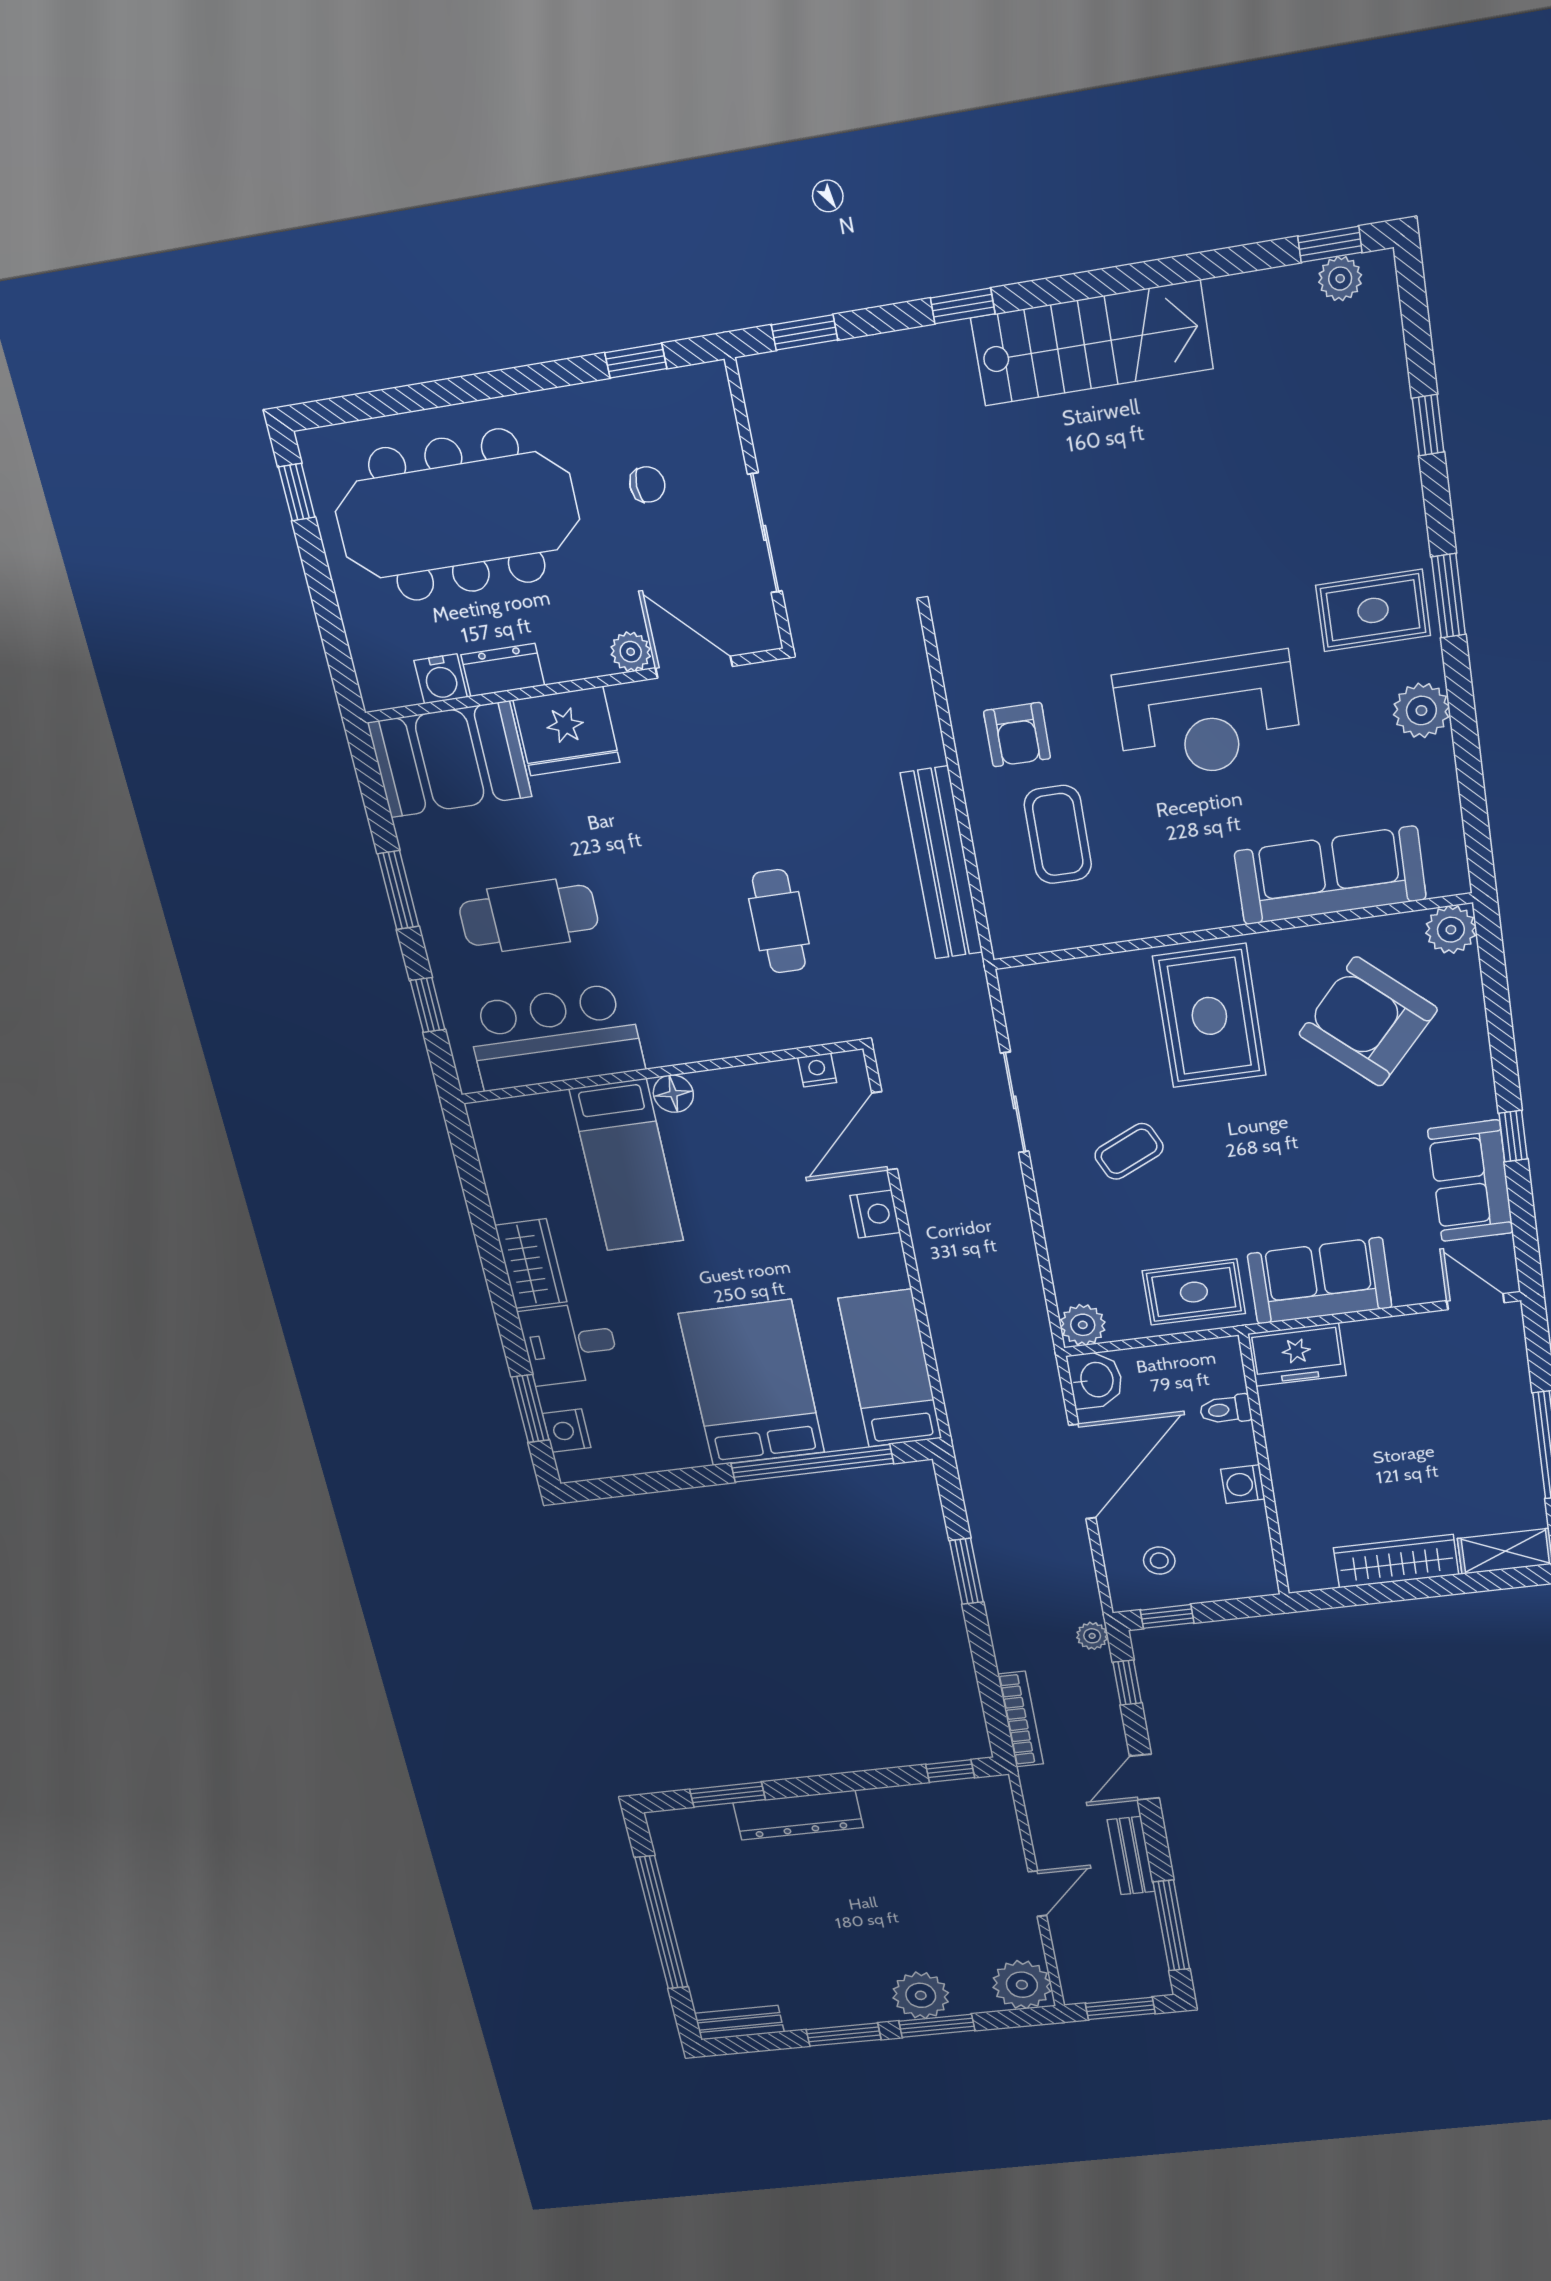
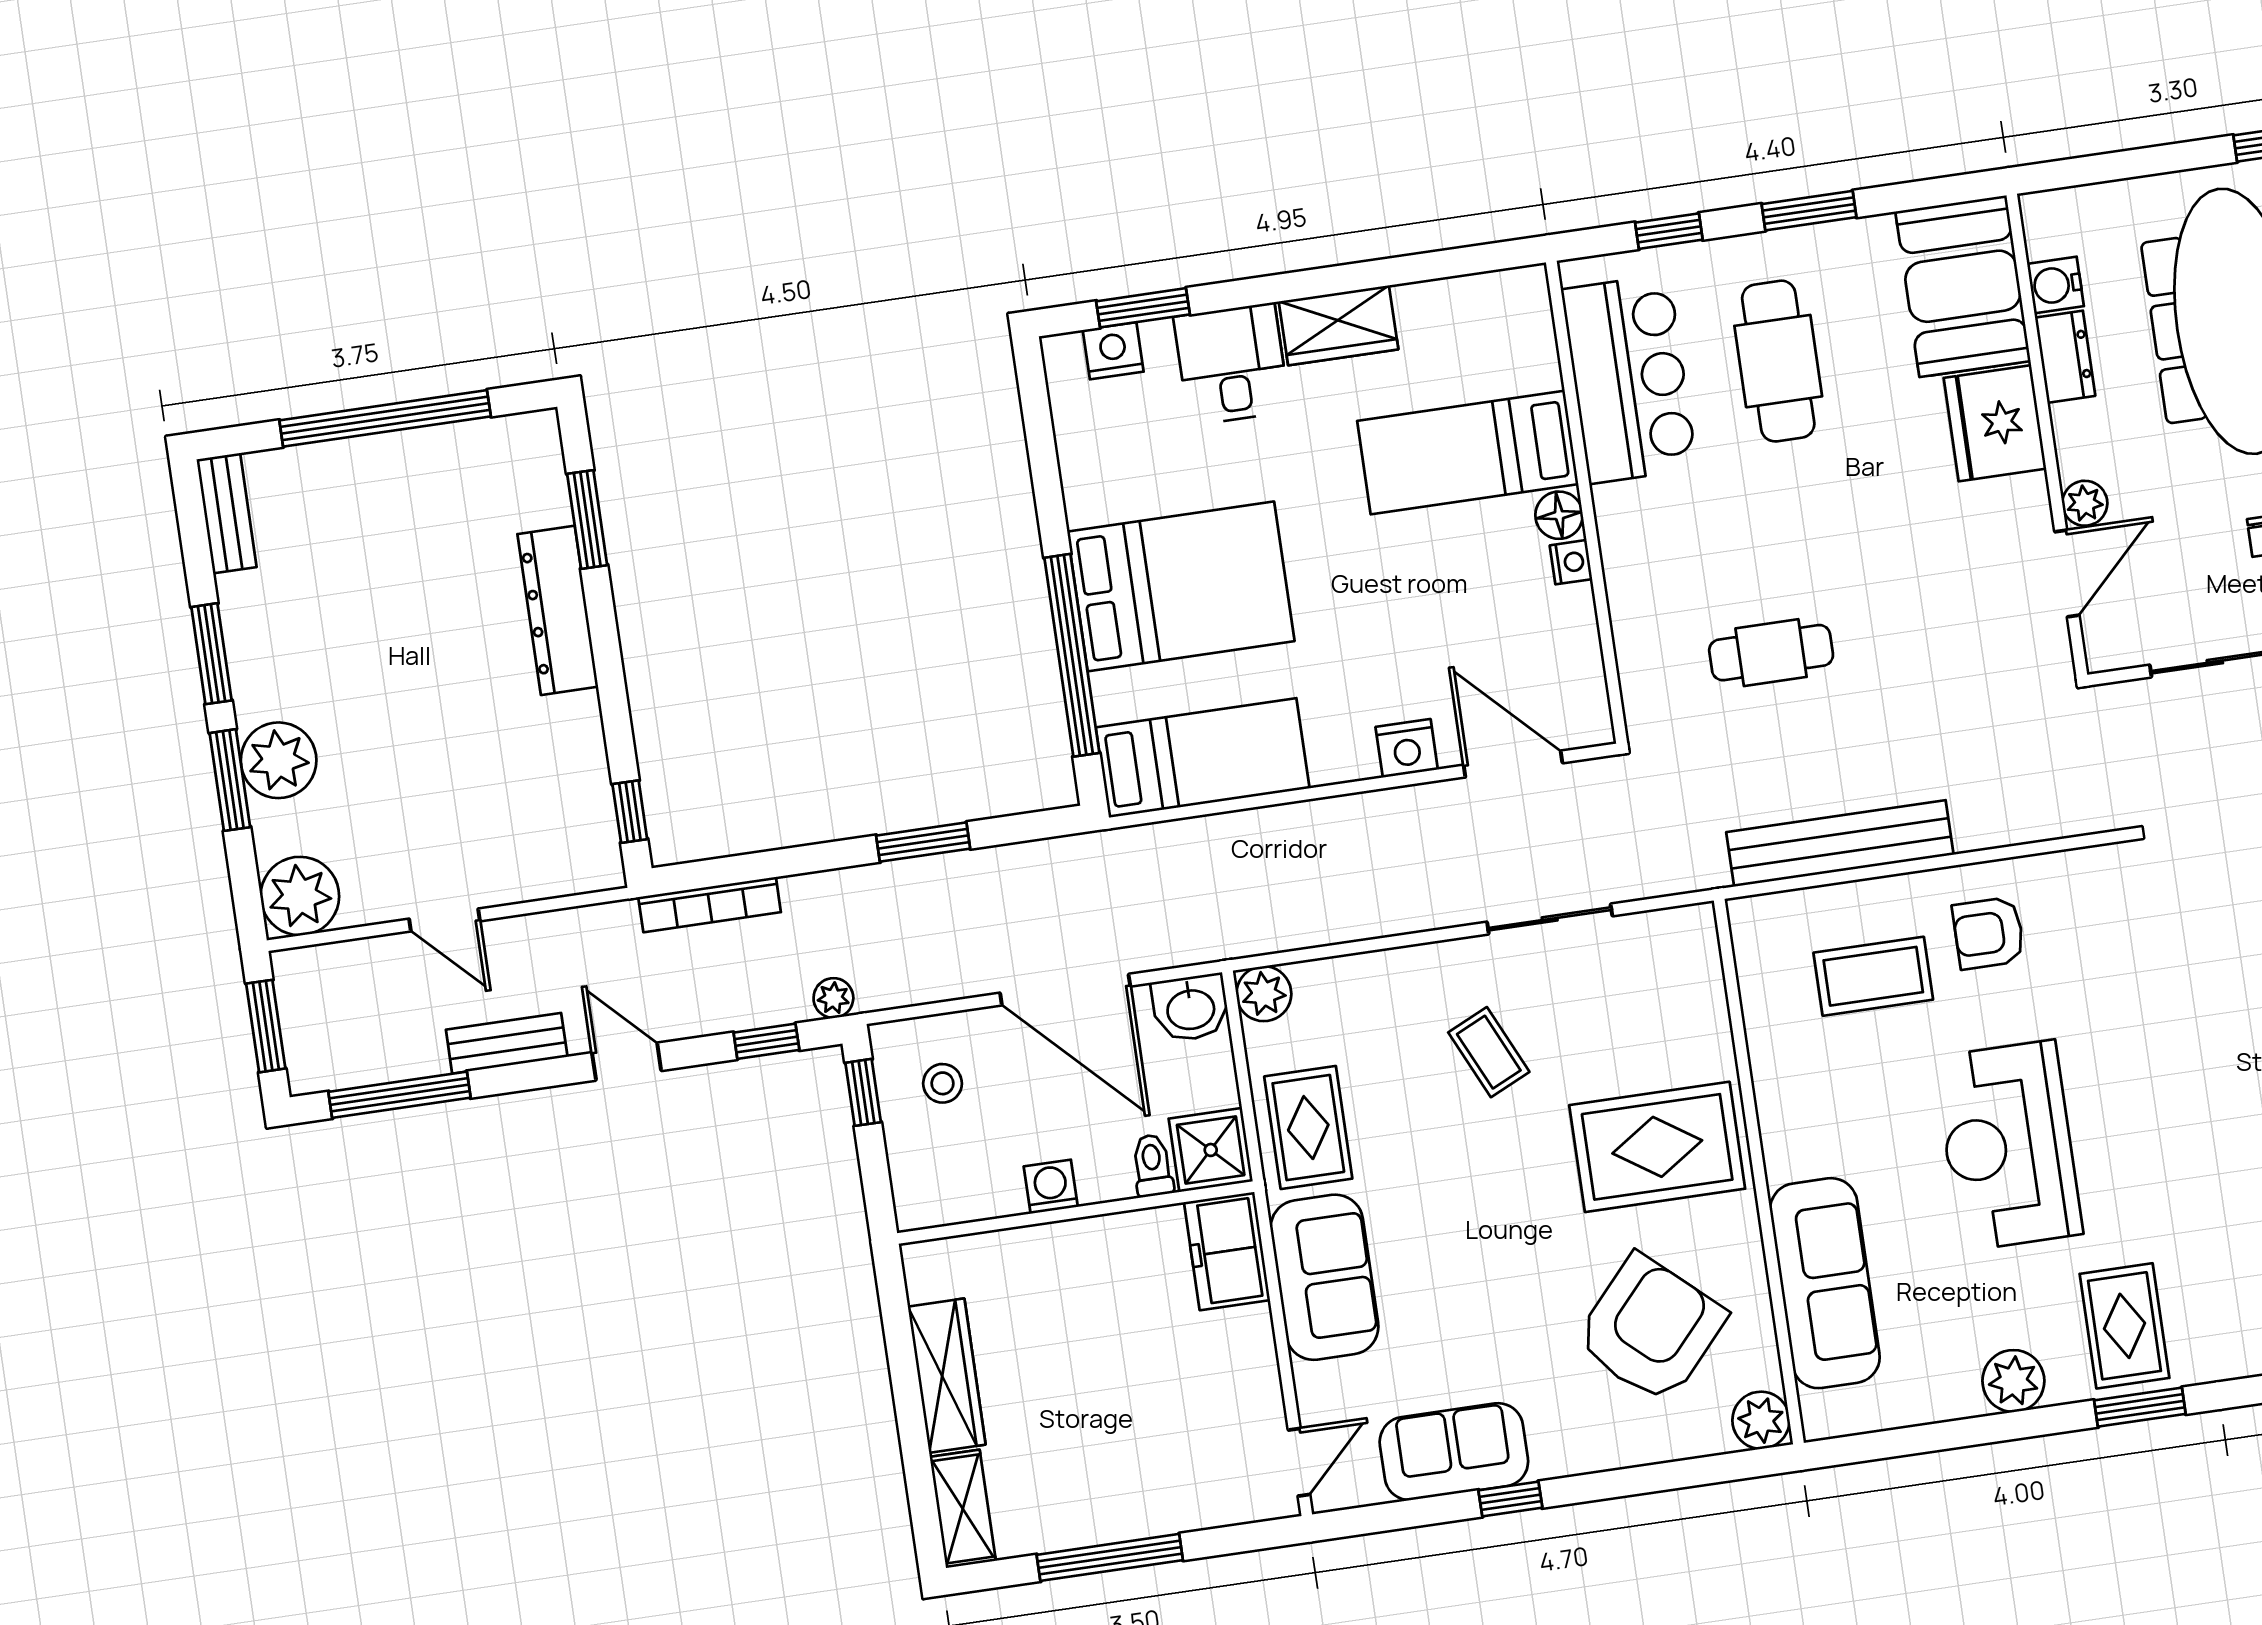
nightstand: (817, 1070) -> (1571, 562), moved
shower: (1213, 1366) -> (1211, 1150), added

